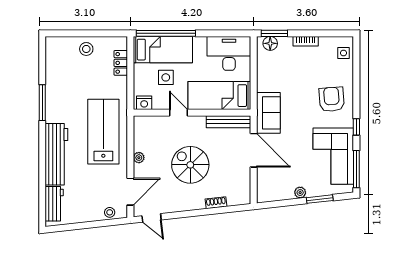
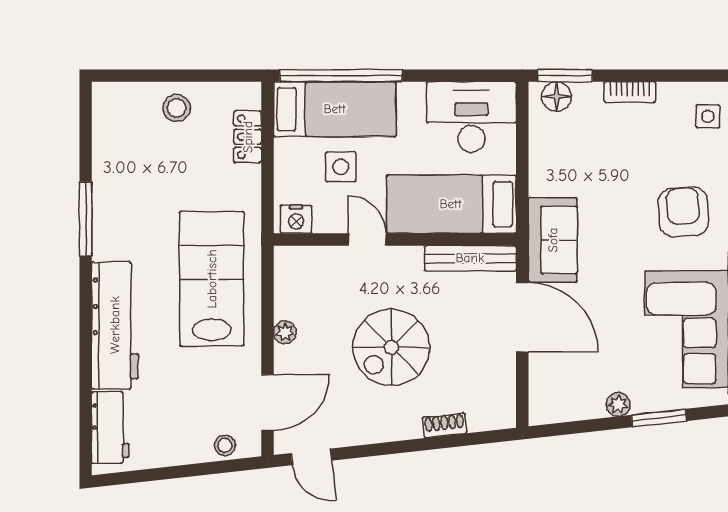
spiral stairs: (190, 165) -> (391, 347), turned -90

